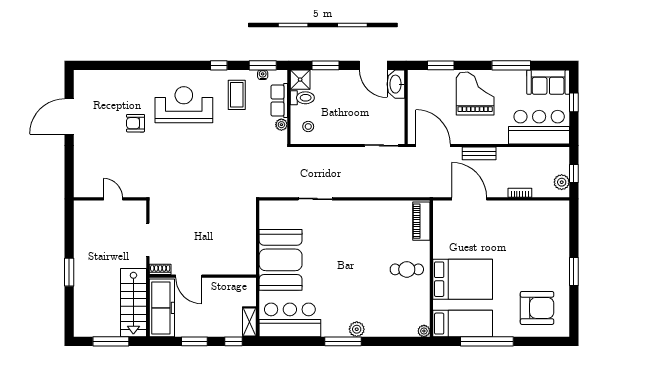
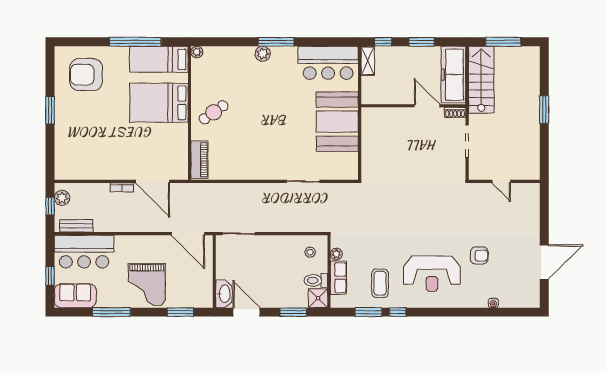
window: (263, 65) -> (368, 312), moved
water cooler: (263, 75) -> (493, 303), moved
bench: (479, 153) -> (76, 226), moved
bookcase: (520, 193) -> (122, 187), moved
cafe table: (407, 269) -> (214, 112), turned -35

